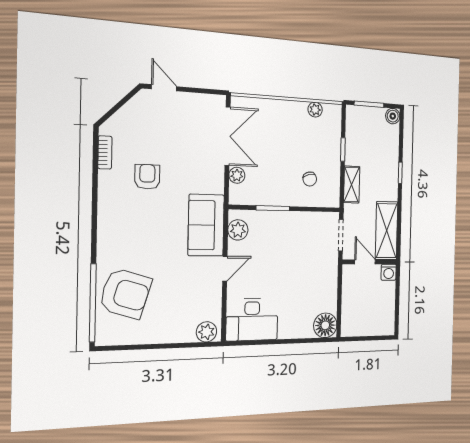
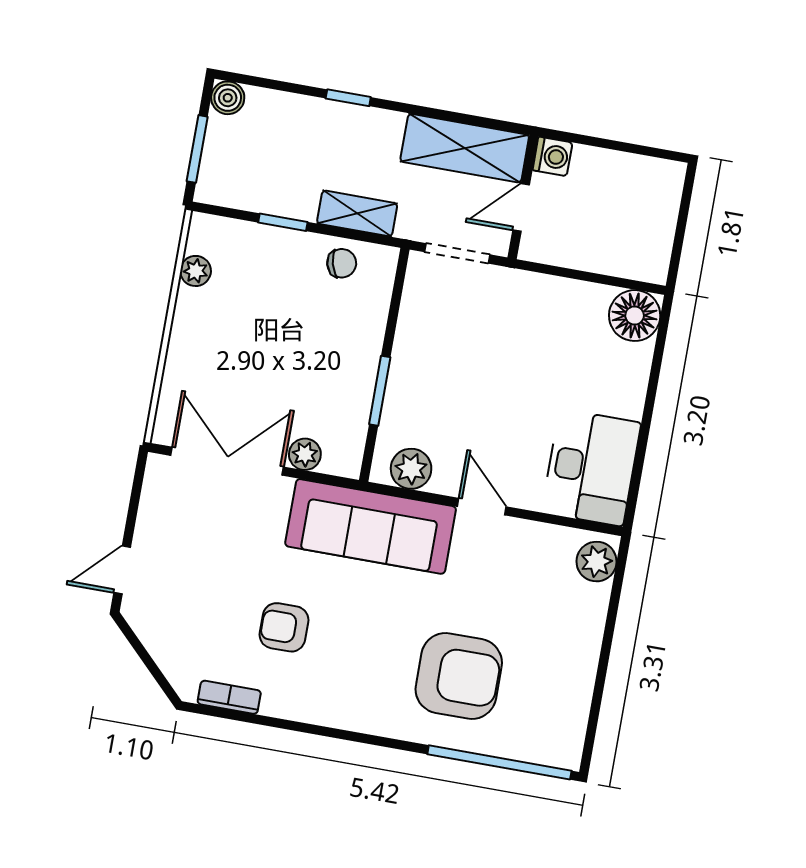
chair: (310, 179) -> (342, 263), moved
sofa: (206, 225) -> (371, 526), width x1.36
armchair: (125, 293) -> (459, 676), moved, turned 73

